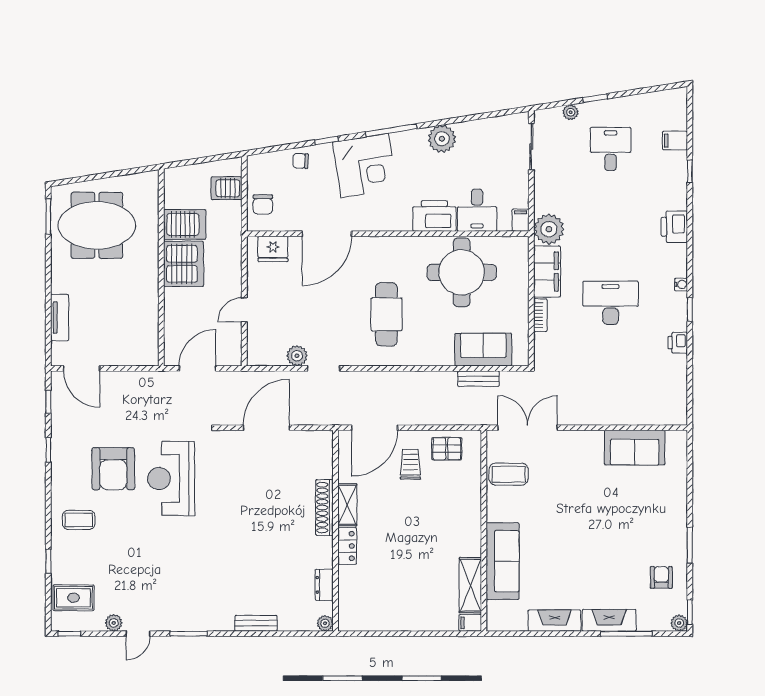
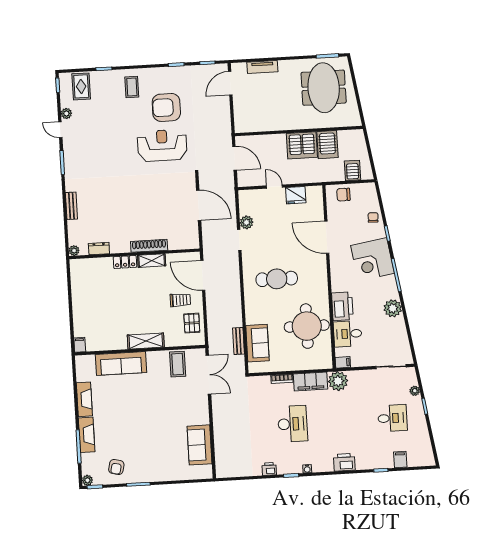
fridge: (273, 249) -> (296, 195), moved, turned -90
armchair: (661, 577) -> (116, 467), turned 103
shelving: (470, 585) -> (146, 341), moved

